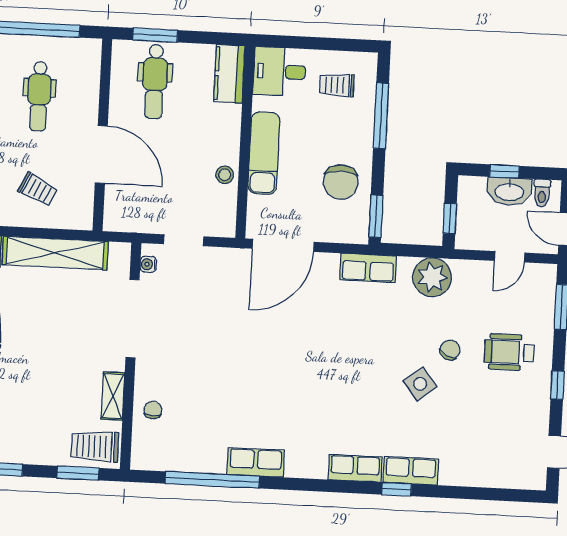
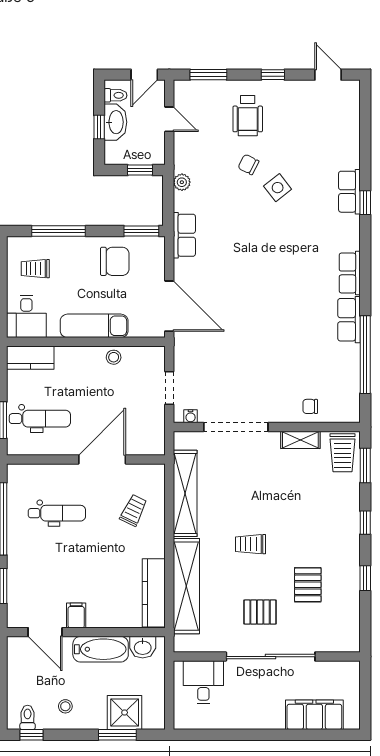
trolley: (337, 85) -> (35, 269), turned 90
plant: (432, 277) -> (182, 182), width x0.53, depth x0.53
row of seats: (355, 468) -> (350, 273), moved

